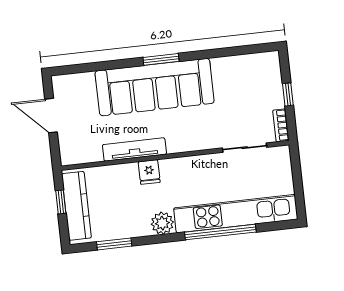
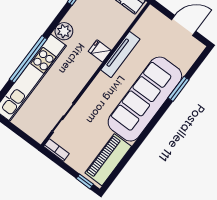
window: (161, 59) -> (179, 89), moved
piano: (244, 68) -> (108, 160), added
window: (288, 94) -> (85, 181), moved

